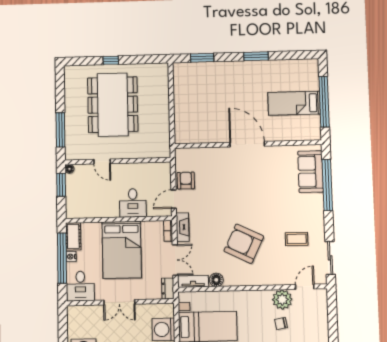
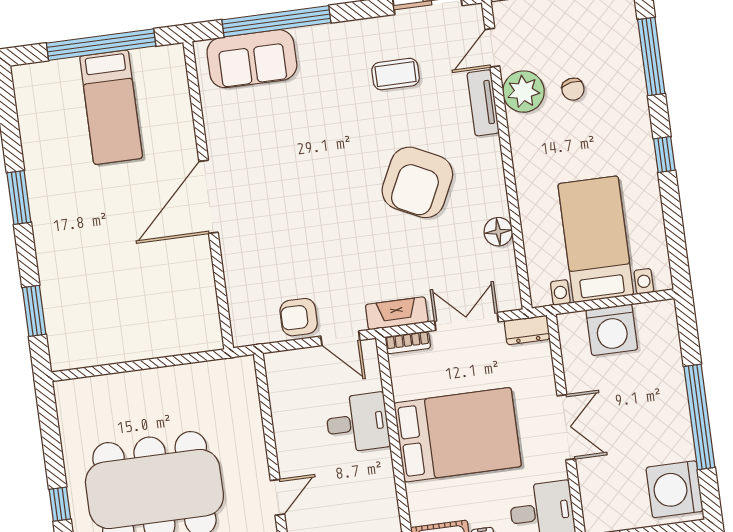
coffee table: (297, 239) -> (396, 74), turned 90
tv unit: (193, 281) -> (483, 103), moved
door: (305, 287) -> (492, 48), hinge flipped

